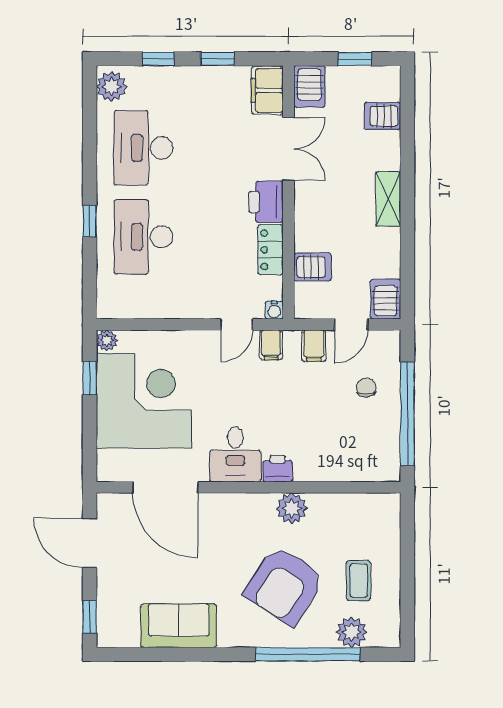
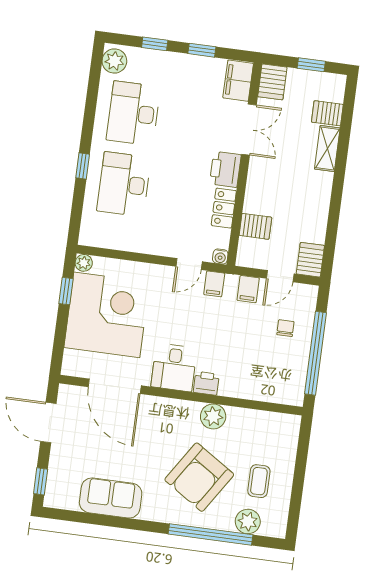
shelving: (388, 199) -> (327, 148), moved

